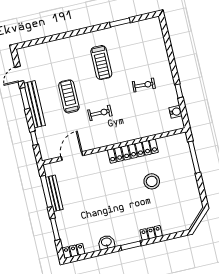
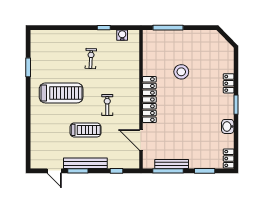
treadmill: (101, 63) -> (61, 93), width x1.37, depth x1.38
treadmill: (69, 96) -> (85, 130), turned 180
locker: (133, 151) -> (149, 100), moved

